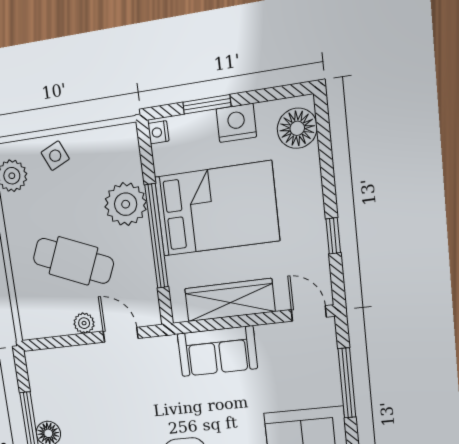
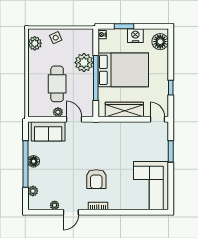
cafe table: (73, 261) -> (57, 84), turned 67
sofa: (217, 351) -> (48, 131), moved
window: (347, 383) -> (171, 151), width x0.69

